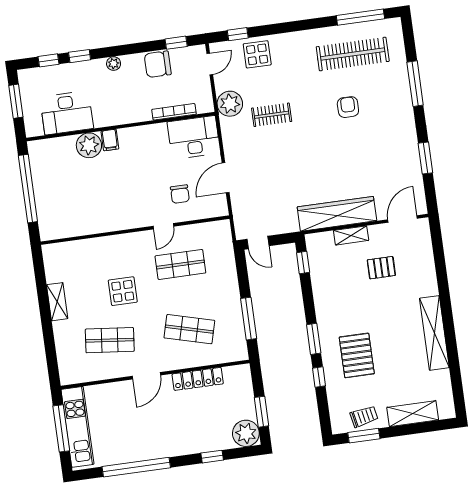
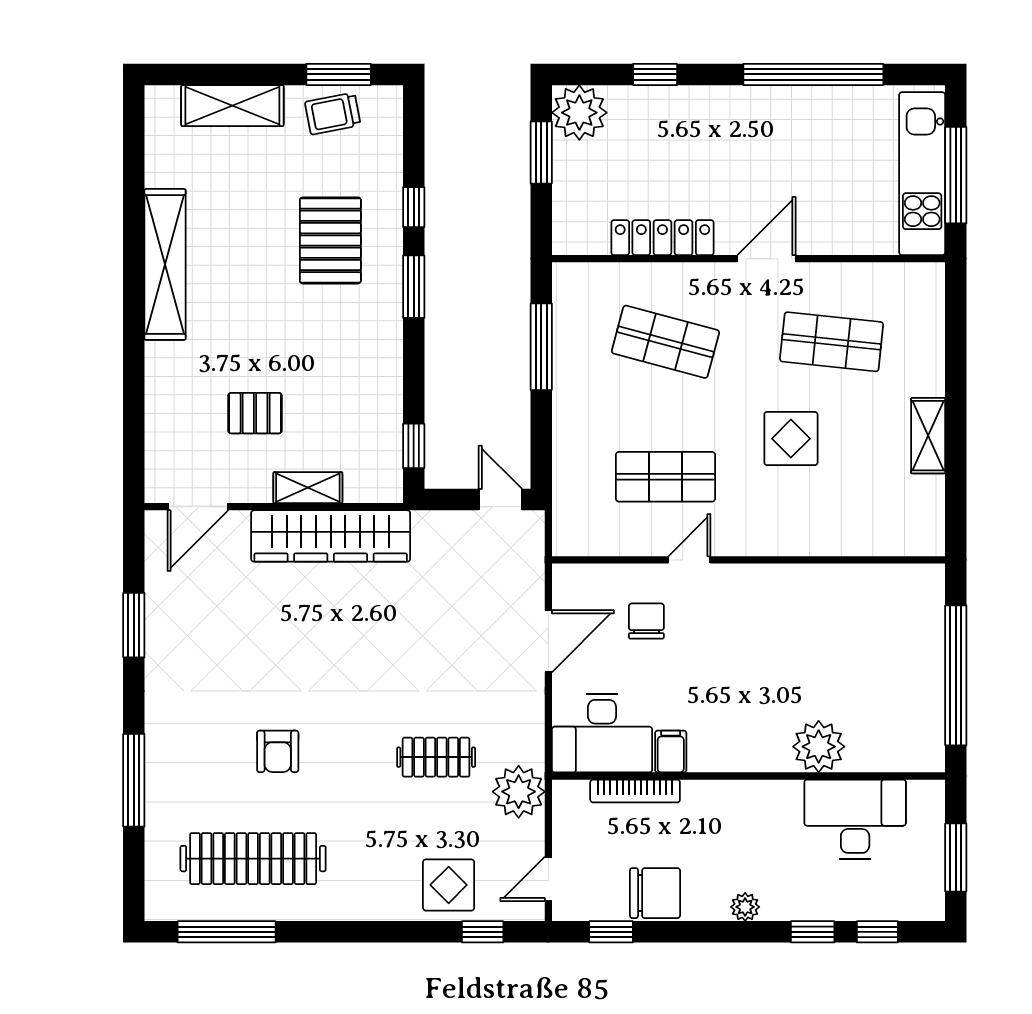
filing cabinet: (110, 140) -> (671, 752), moved

